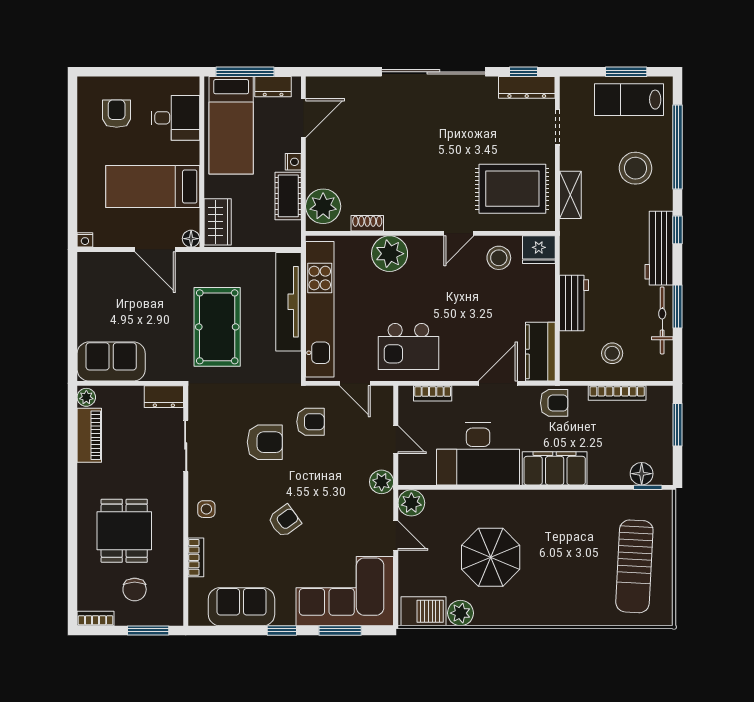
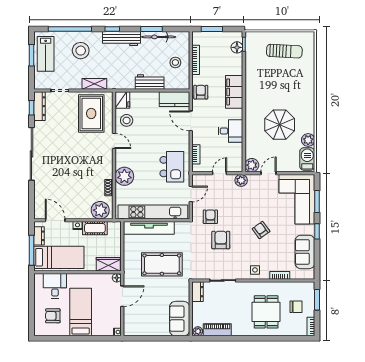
bed: (153, 187) -> (81, 312), moved, turned 180
desk: (478, 454) -> (231, 131), width x0.53, depth x0.77
dining table: (124, 531) -> (266, 312), turned 90
sun lounger: (634, 566) -> (284, 51), width x0.73, depth x0.75

